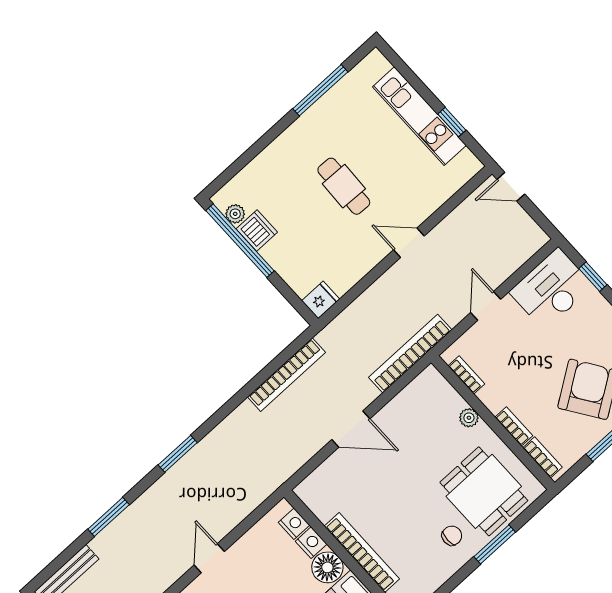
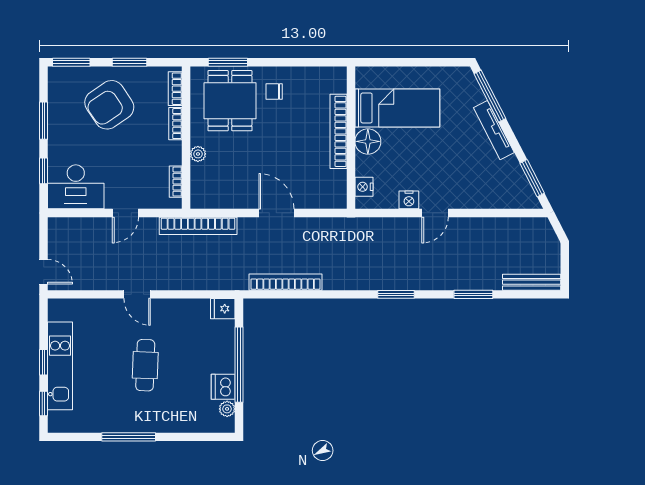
window: (403, 69) -> (44, 404), added
window: (320, 90) -> (129, 437), moved
window: (452, 122) -> (44, 362), moved
window: (240, 241) -> (239, 365), moved
nightstand: (311, 543) -> (409, 200), moved, turned -90
window: (495, 544) -> (228, 62), moved

